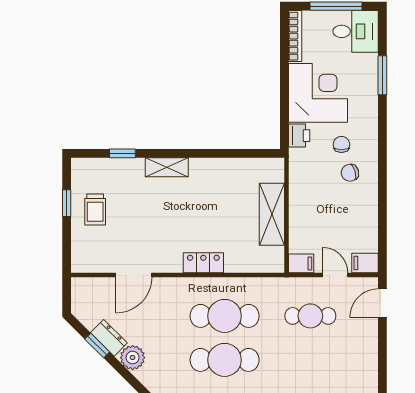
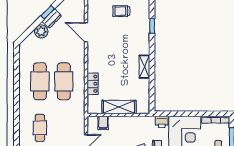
shelving: (167, 167) -> (144, 67), moved
locker: (203, 263) -> (93, 84), moved
filing cabinet: (301, 263) -> (103, 123), moved
cafe table: (310, 316) -> (40, 128), moved

